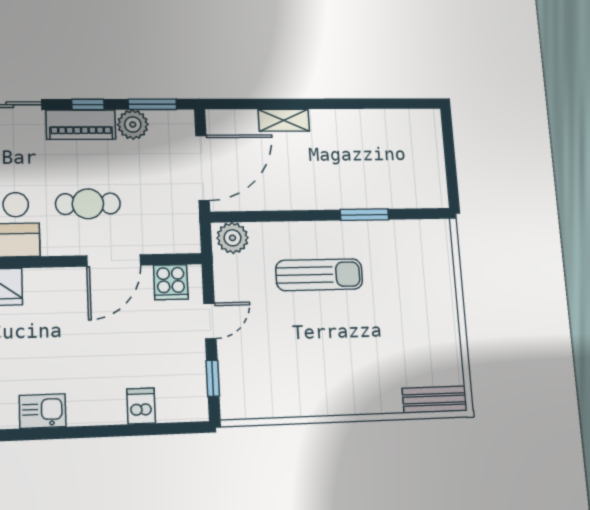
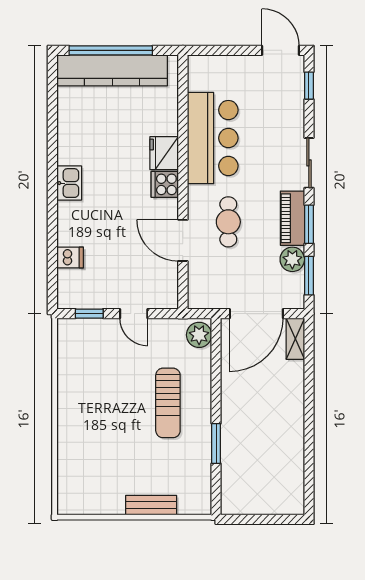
window: (88, 104) -> (309, 224), width x1.50
shelving: (284, 120) -> (295, 339), moved
door: (202, 168) -> (256, 314), hinge flipped
cooker: (171, 282) -> (165, 184), moved
bench: (435, 399) -> (151, 505), moved, turned 90

